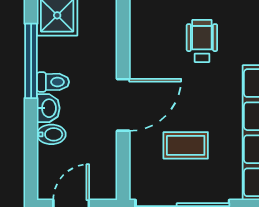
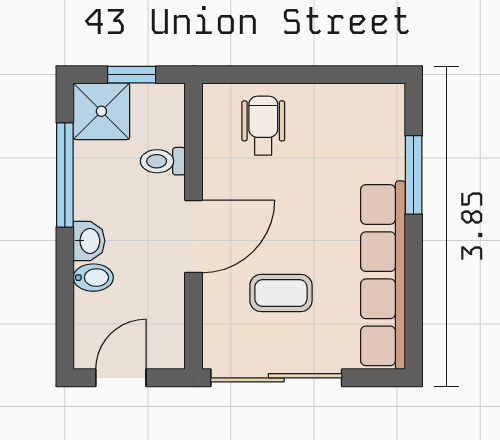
wheelchair: (202, 41) -> (263, 126), moved
toilet: (53, 82) -> (163, 161), moved, turned 180

